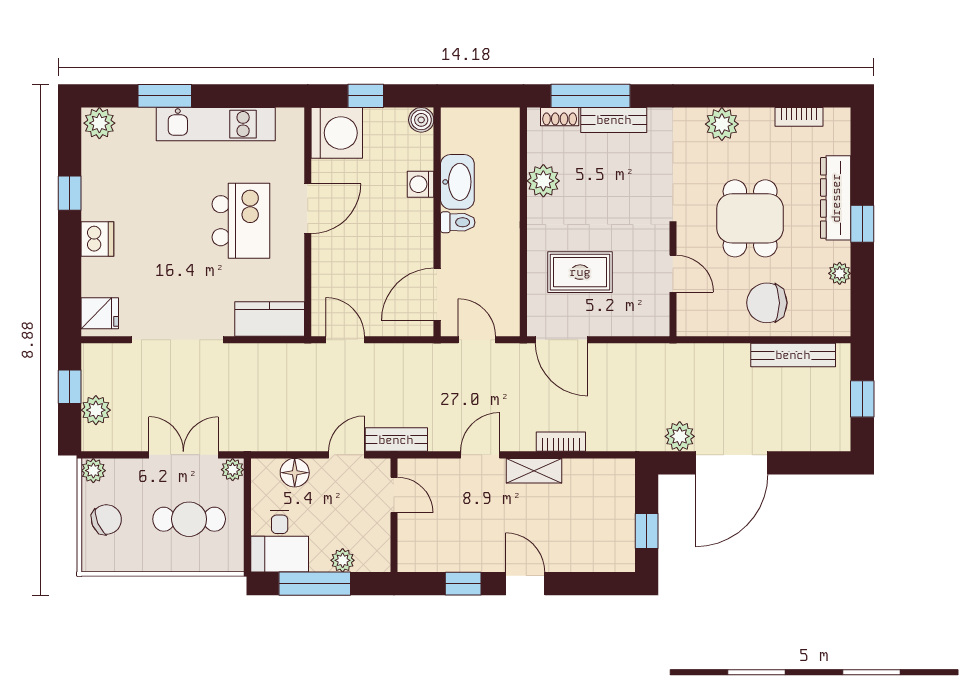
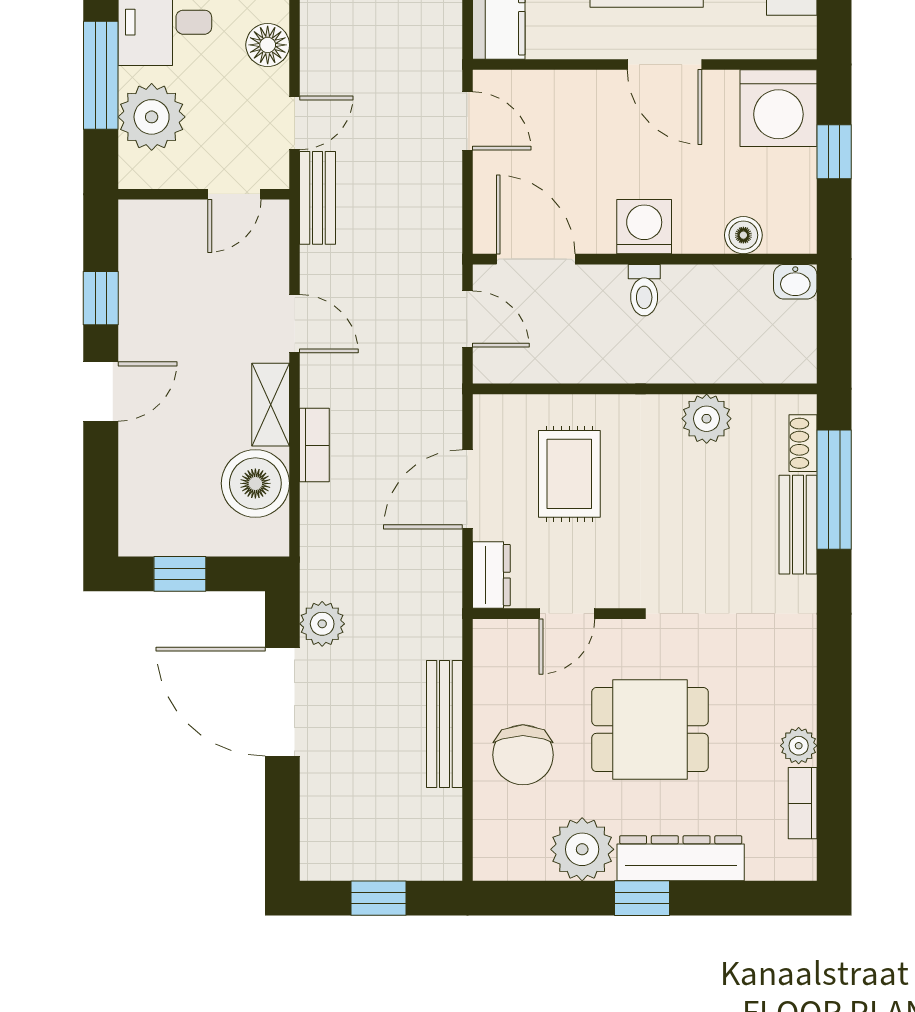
boiler: (421, 120) -> (743, 235), moved
plant: (722, 124) -> (799, 746), moved, width x0.73, depth x0.73
washbasin: (457, 182) -> (795, 282), moved, width x0.52, depth x0.69
washing machine: (421, 184) -> (644, 227), moved, width x1.38, depth x1.38
plant: (840, 273) -> (582, 849), width x1.88, depth x1.88
chair: (767, 303) -> (523, 755), turned 180
dresser: (647, 324) -> (491, 575), added
door: (345, 340) -> (467, 121), hinge flipped
door: (477, 340) -> (467, 319), hinge flipped
door: (561, 340) -> (467, 489), moved
bench: (793, 355) -> (444, 724), moved
door: (347, 455) -> (295, 123), hinge flipped
boiler: (586, 481) -> (255, 483), added
plant: (343, 560) -> (152, 117), width x1.87, depth x1.87

